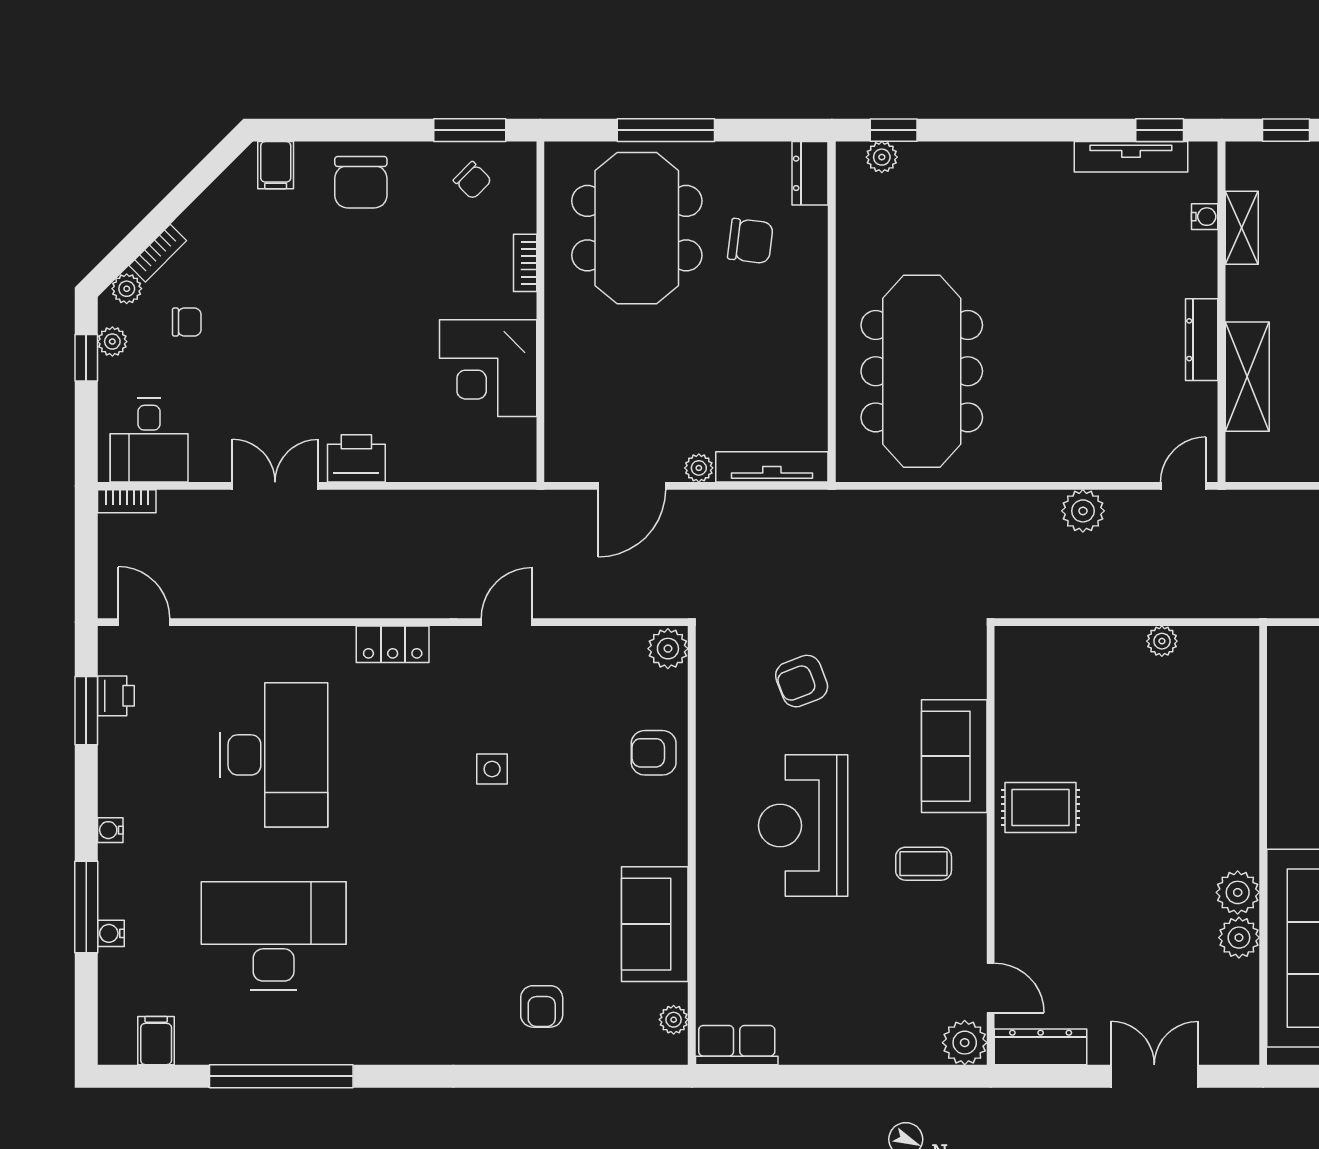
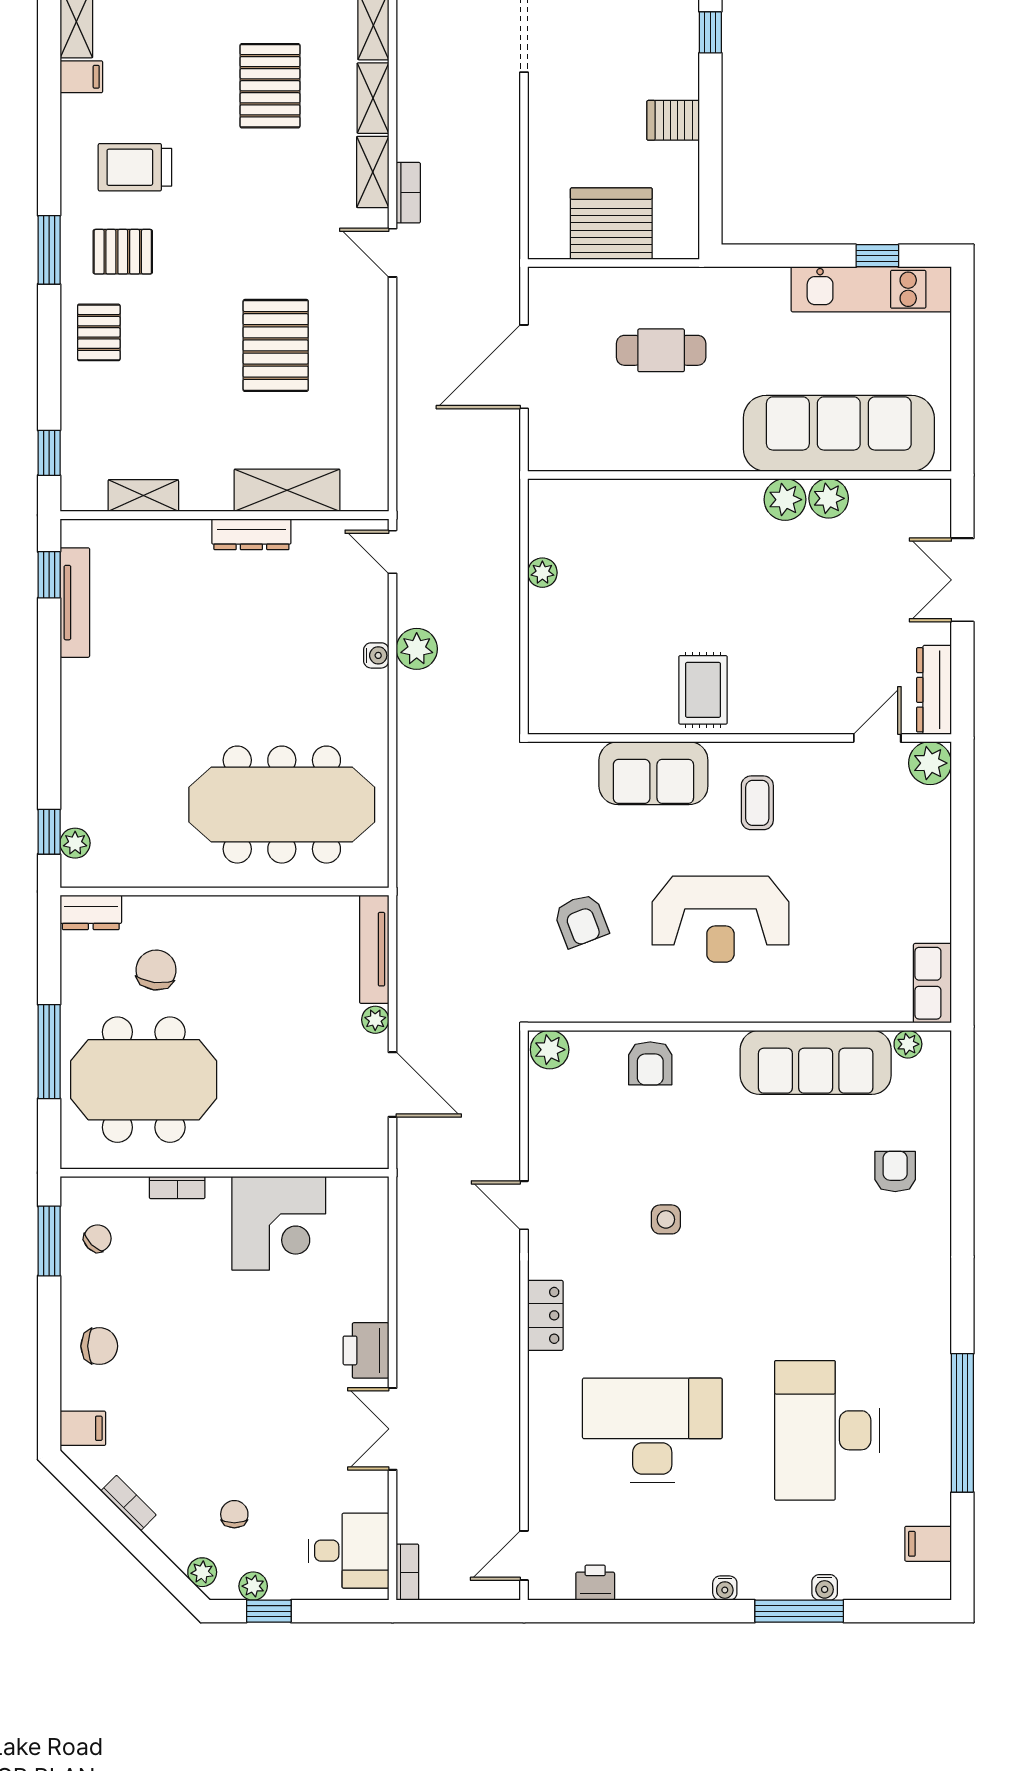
chair: (361, 182) -> (99, 1346), width x0.73, depth x0.73
water cooler: (1205, 217) -> (376, 655), moved, turned 90
bookcase: (158, 253) -> (129, 1503), moved
window: (86, 711) -> (609, 1611), removed
sofa: (655, 924) -> (816, 1062), width x1.36
armchair: (542, 1006) -> (895, 1171), turned -90

